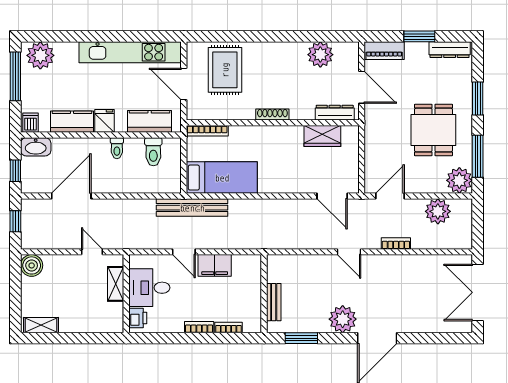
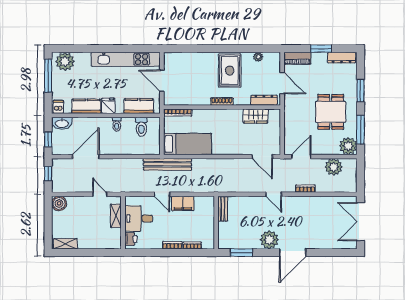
plant: (320, 55) -> (258, 57), width x0.53, depth x0.53
rug: (225, 70) -> (230, 71), moved
bench: (274, 302) -> (223, 209), moved

